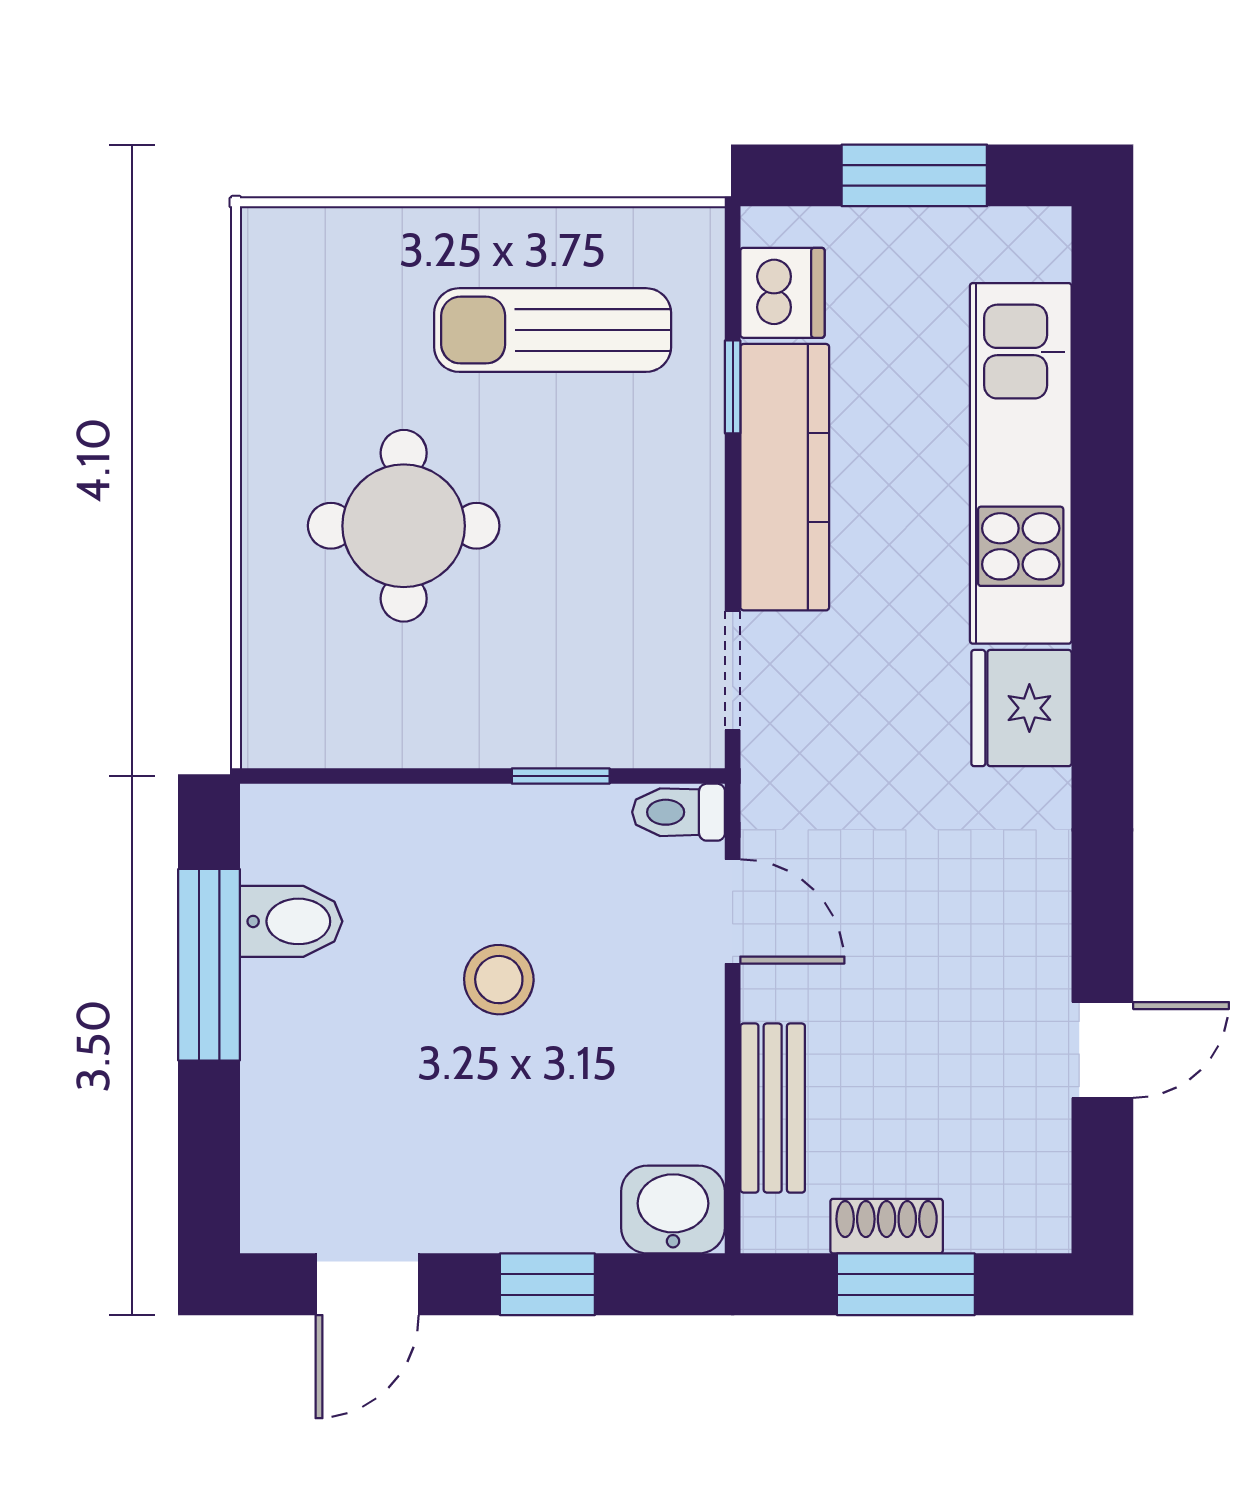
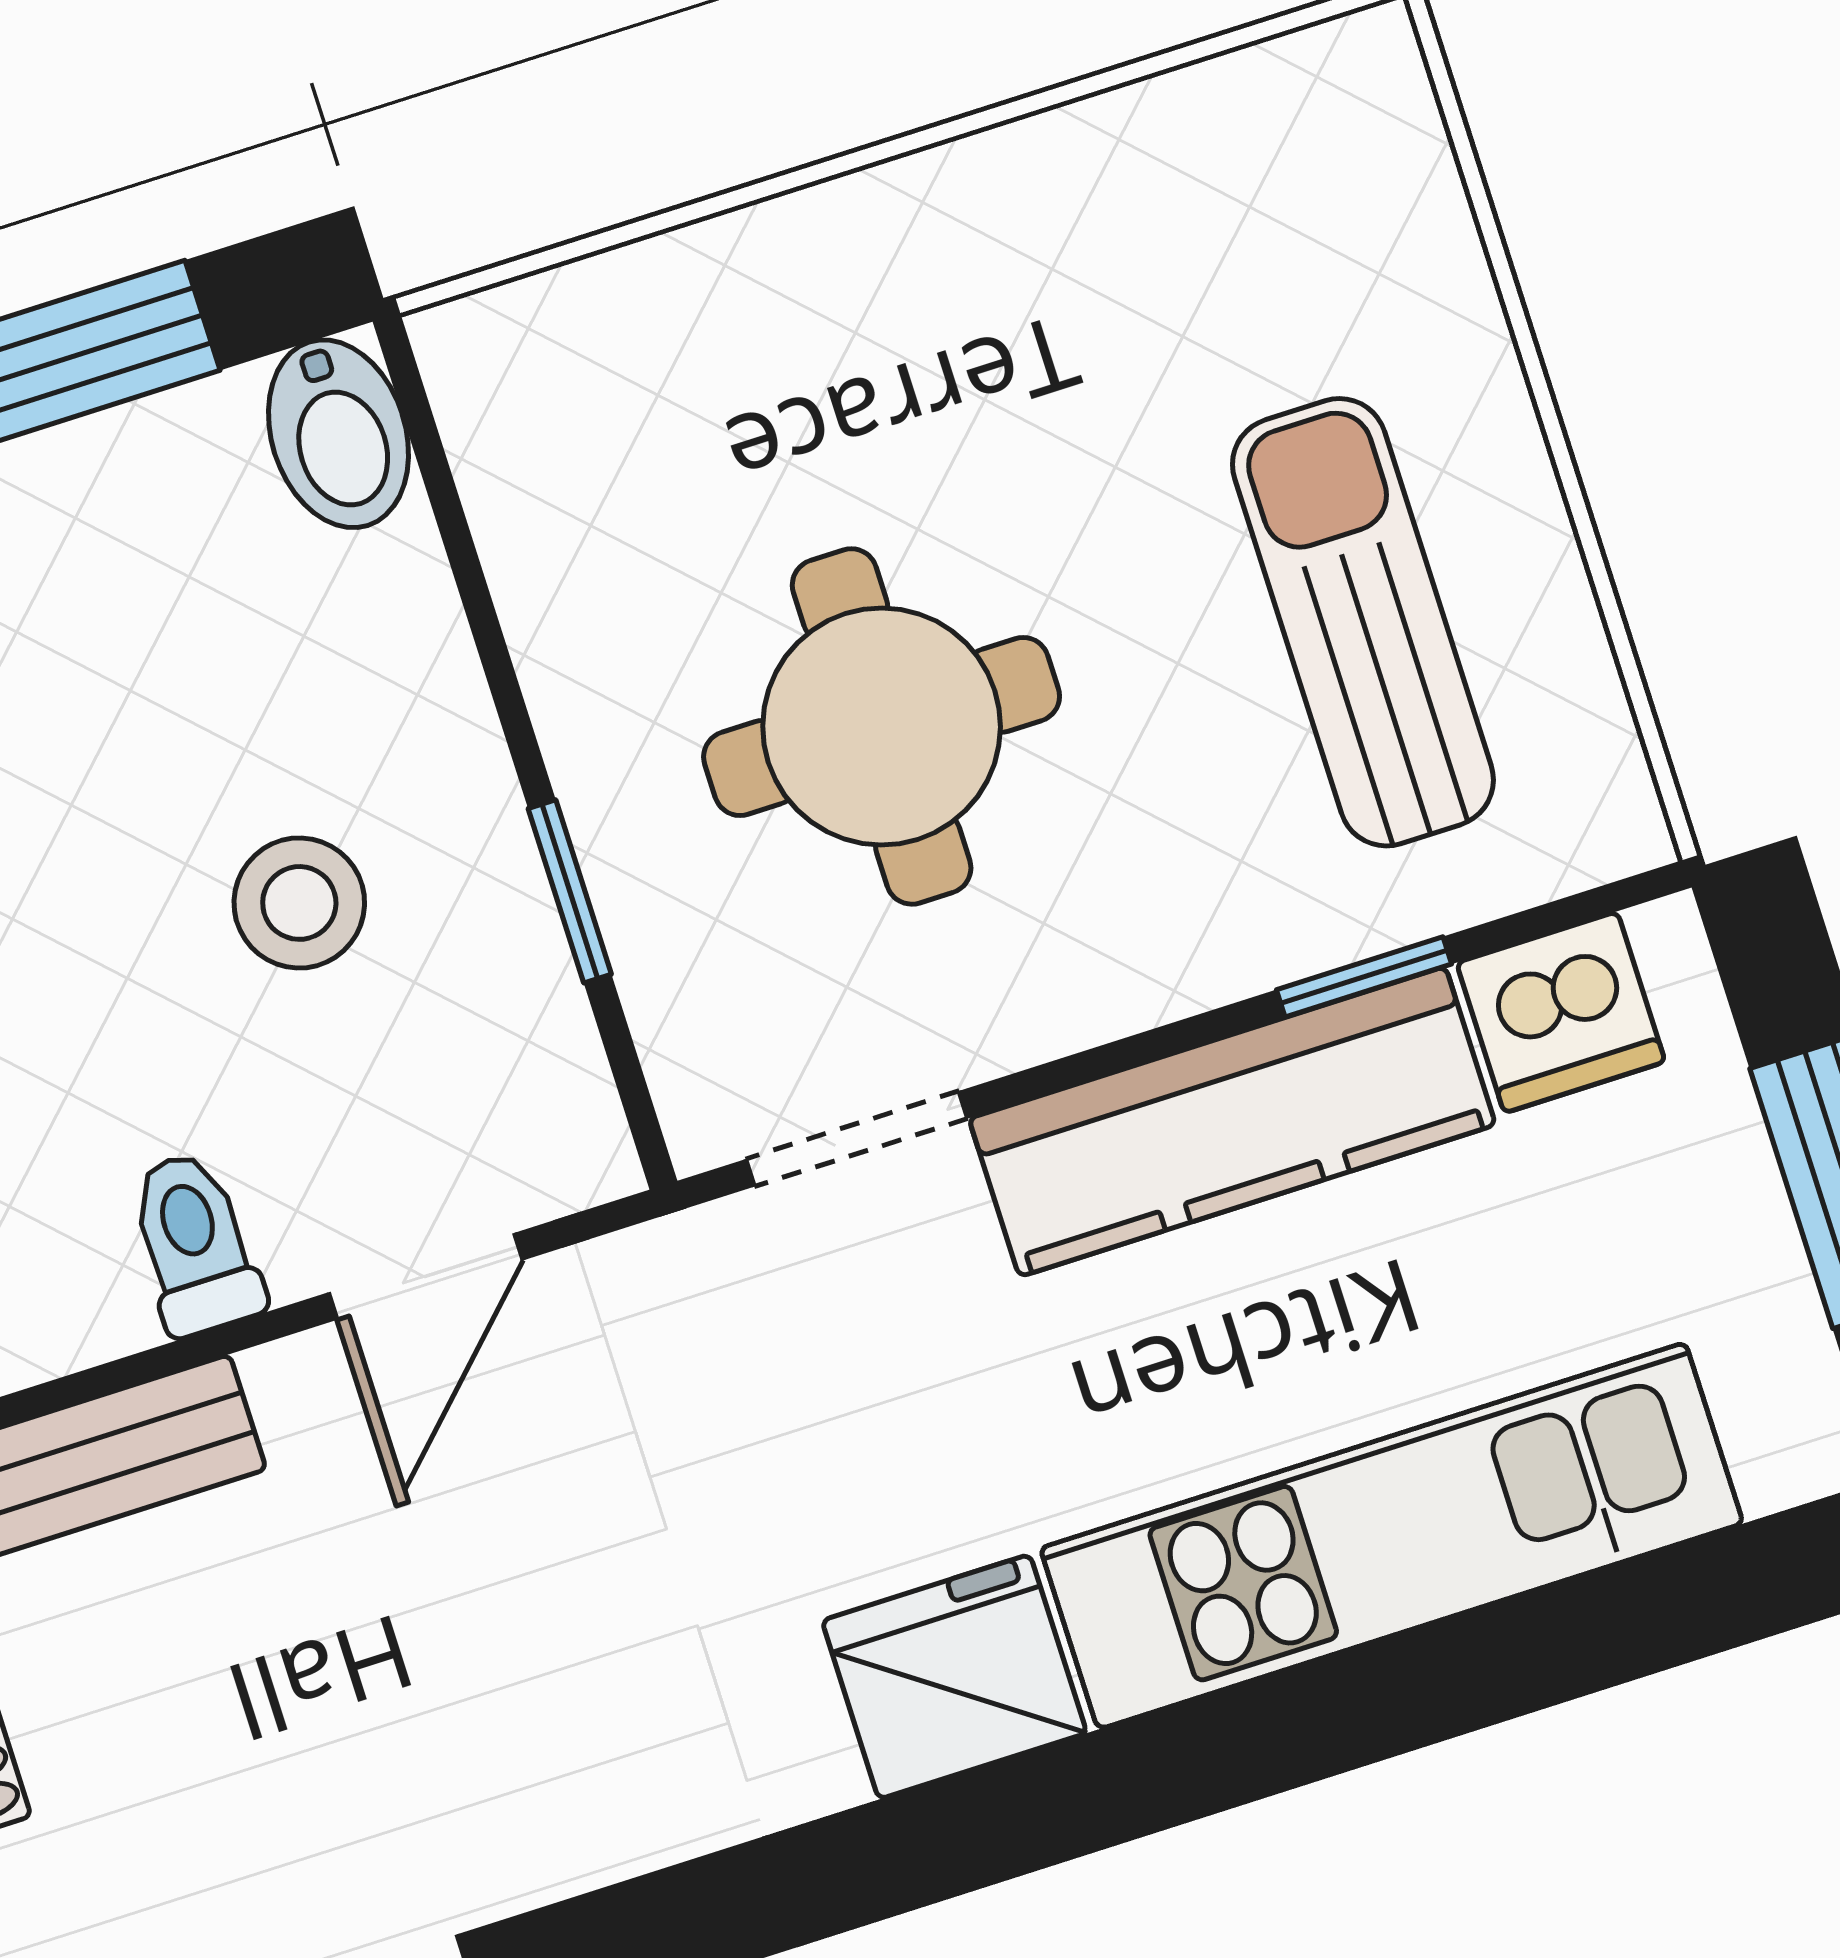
round table: (404, 526) -> (882, 726), moved
toilet: (679, 812) -> (195, 1243), moved
bidet: (291, 921) -> (338, 434), moved
stool: (499, 980) -> (299, 903), moved

